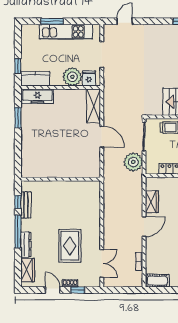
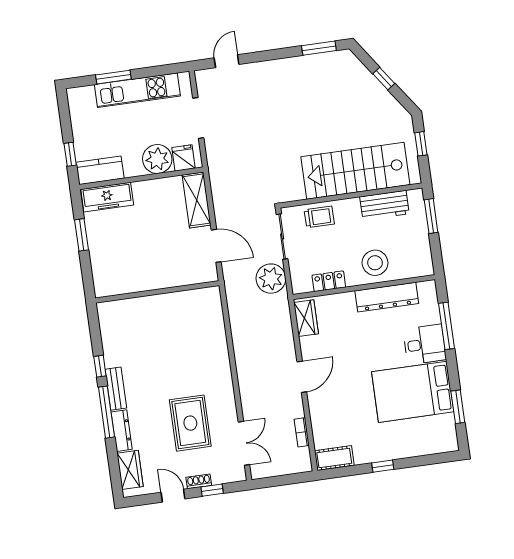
wall: (61, 179) -> (157, 292), moved
wardrobe: (152, 202) -> (306, 318), moved
bench: (26, 205) -> (116, 389), moved

